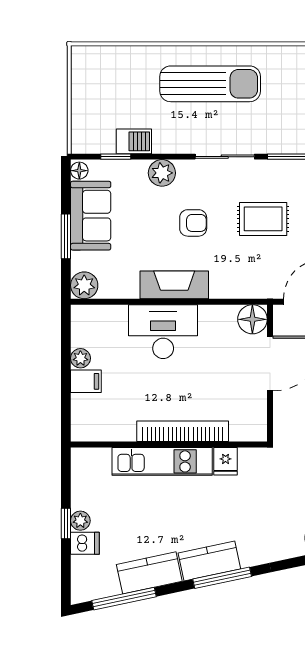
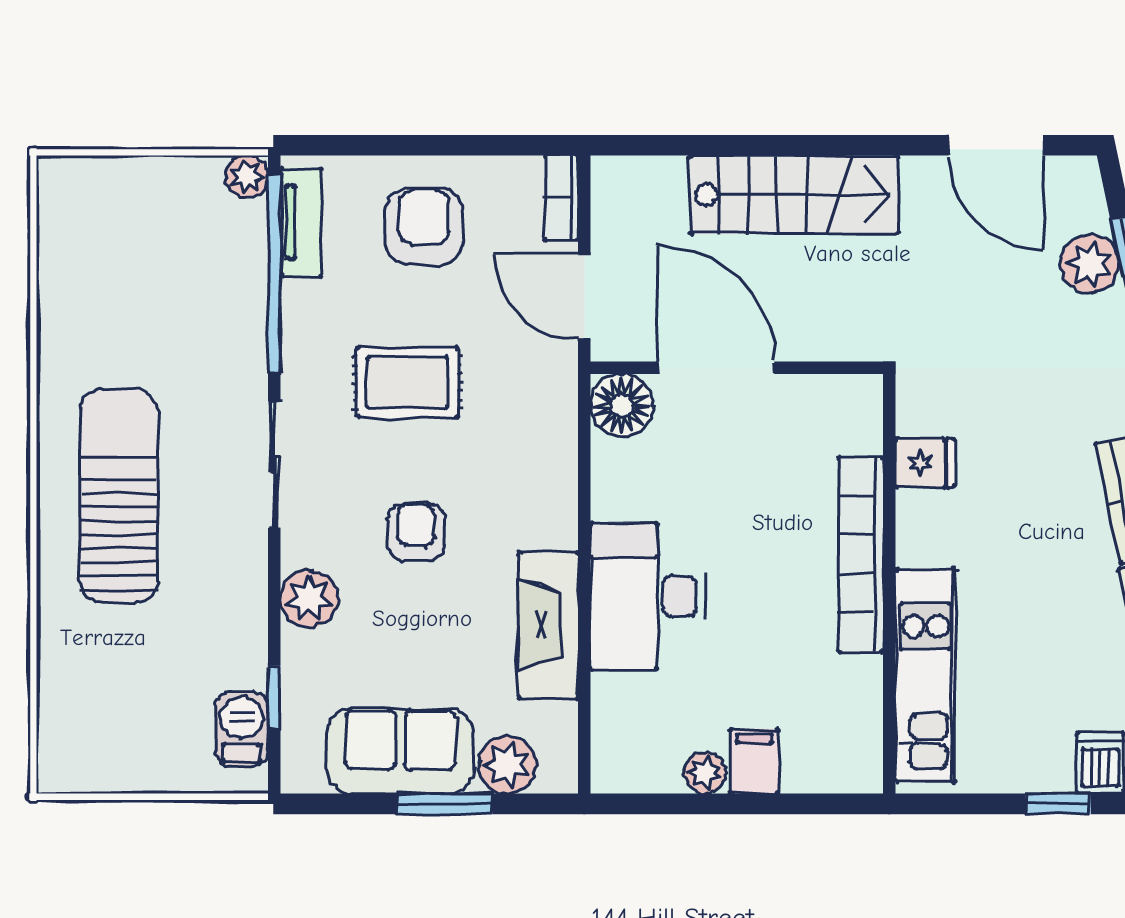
barbecue: (134, 141) -> (242, 729), moved
floor lamp: (79, 171) -> (304, 775), removed
rug: (263, 219) -> (407, 382), turned 90
plant: (84, 285) -> (507, 765), moved
fireplace: (174, 285) -> (548, 625), moved
kitchen unit: (162, 461) -> (925, 675), moved
plant: (80, 521) -> (1052, 773), removed

